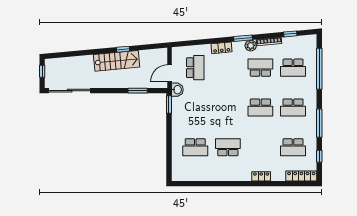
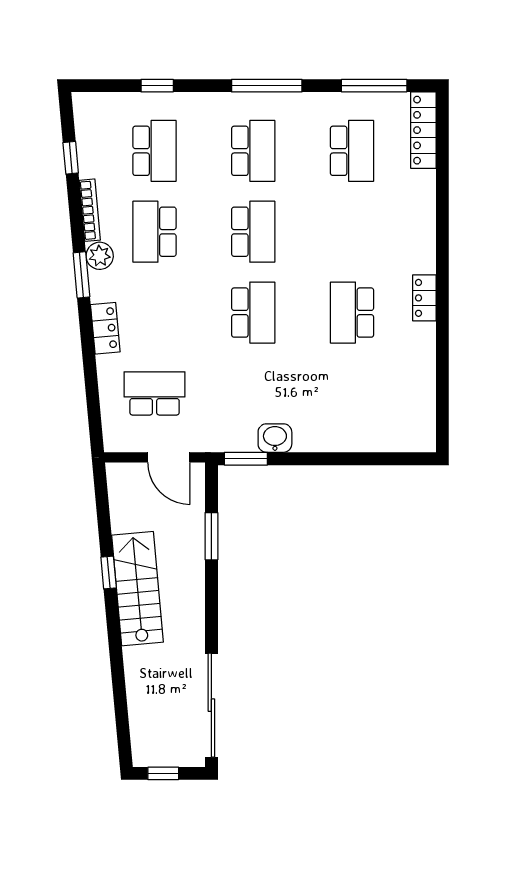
window: (319, 69) -> (157, 86), width x0.32
washbasin: (177, 90) -> (275, 438), moved
window: (319, 123) -> (267, 86), moved
school desk: (195, 147) -> (253, 313), moved
window: (319, 156) -> (374, 86), width x2.17
locker: (261, 176) -> (424, 298), moved

